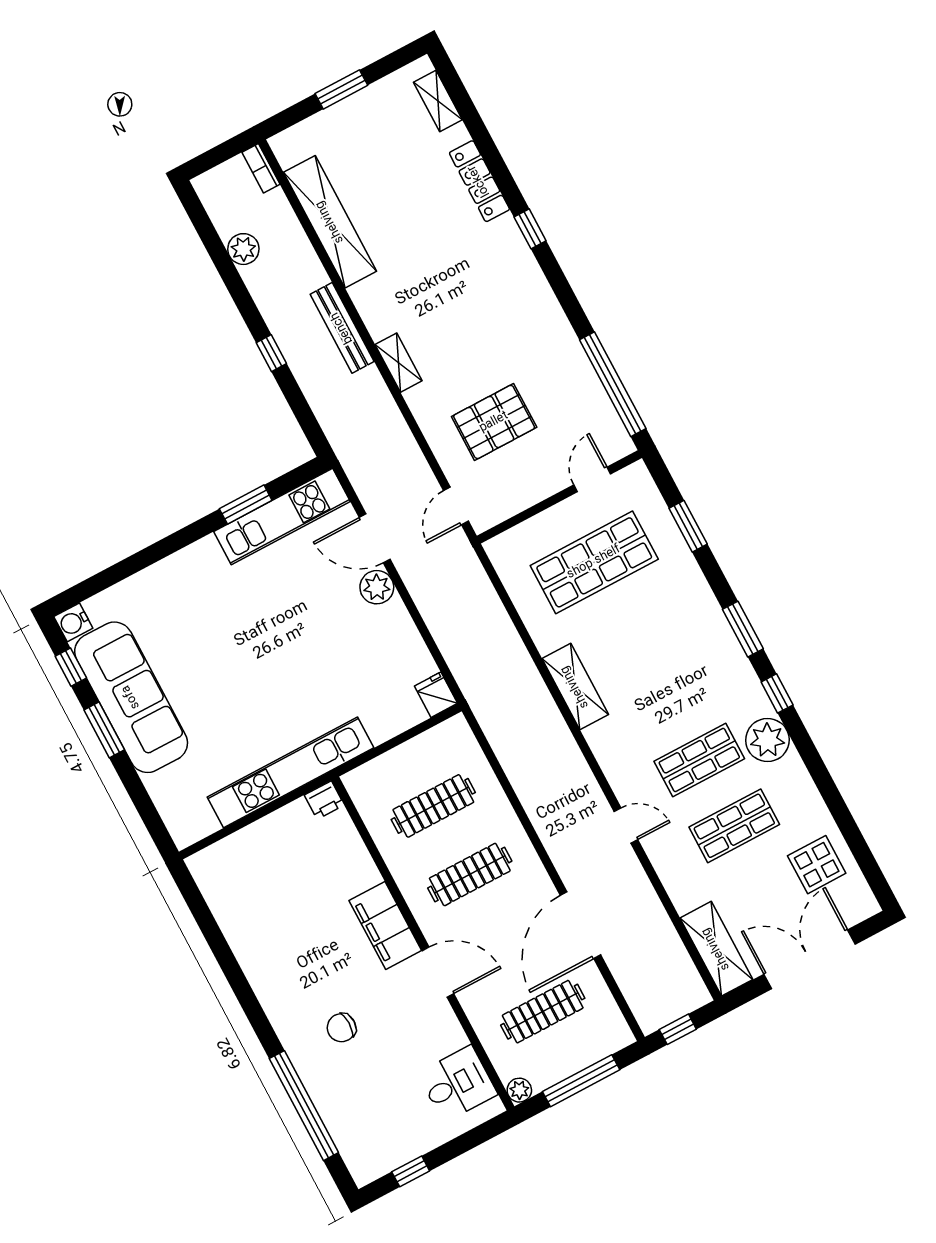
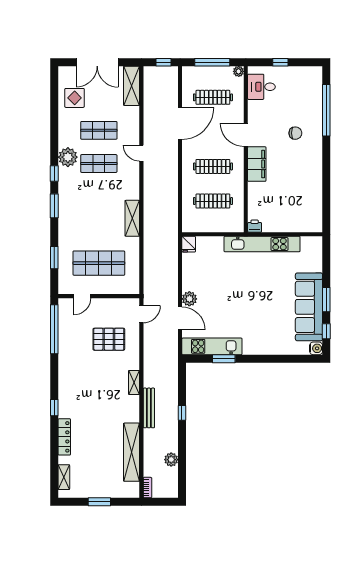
window: (411, 1171) -> (280, 62), moved

